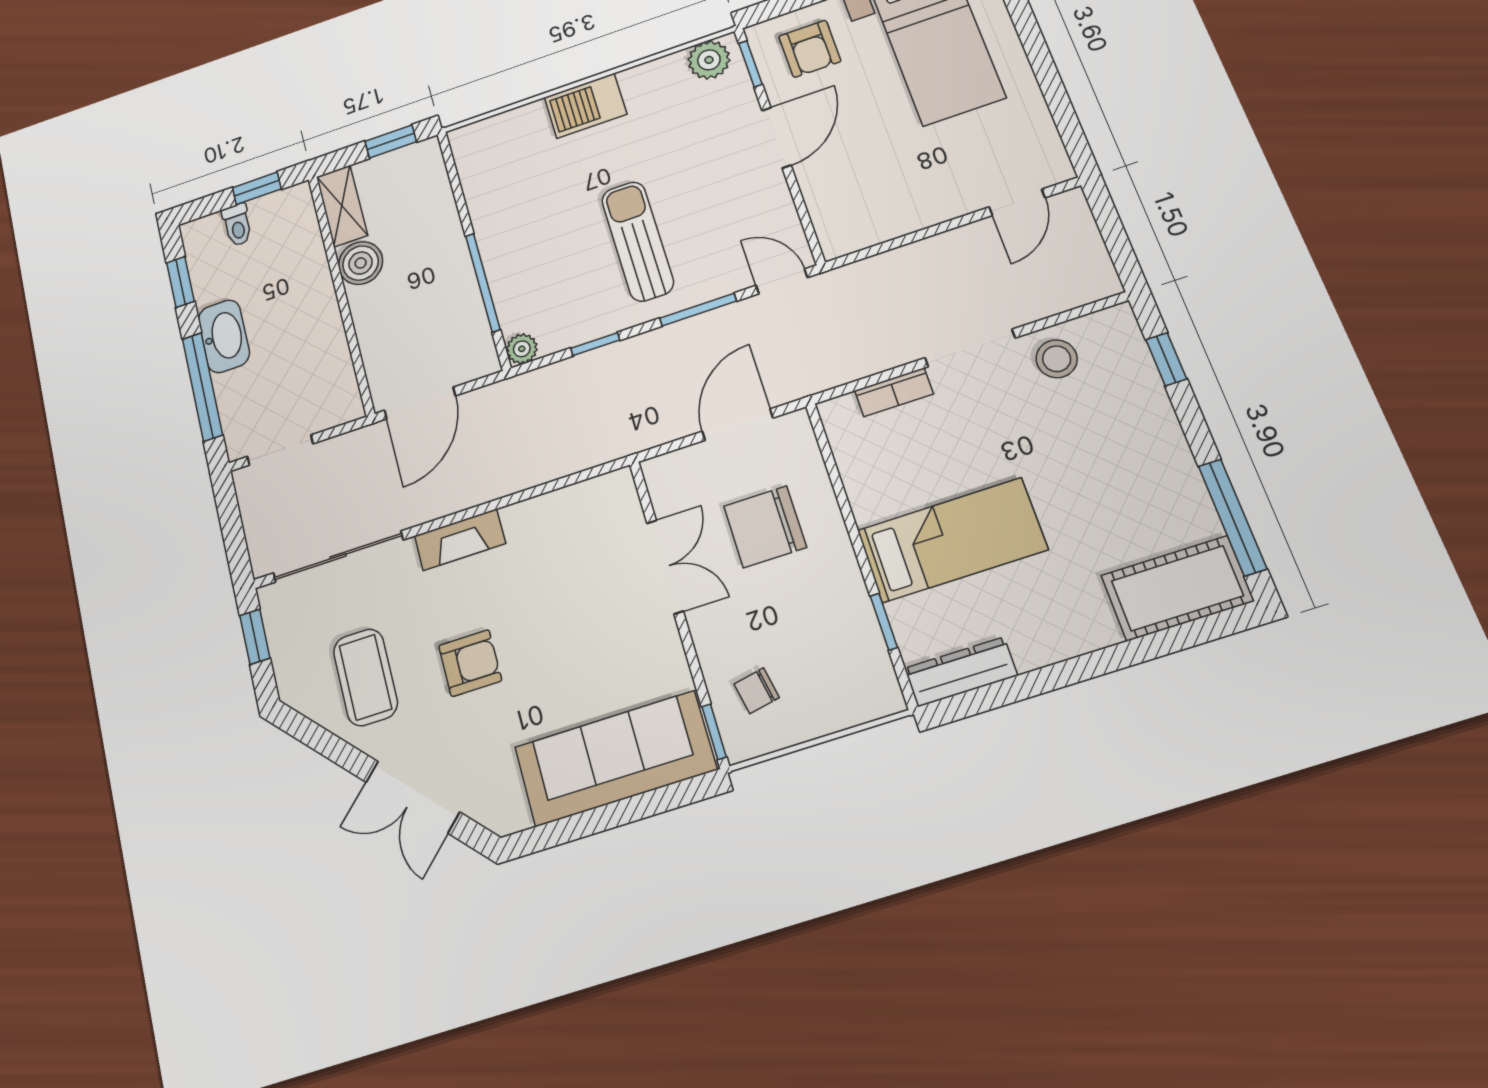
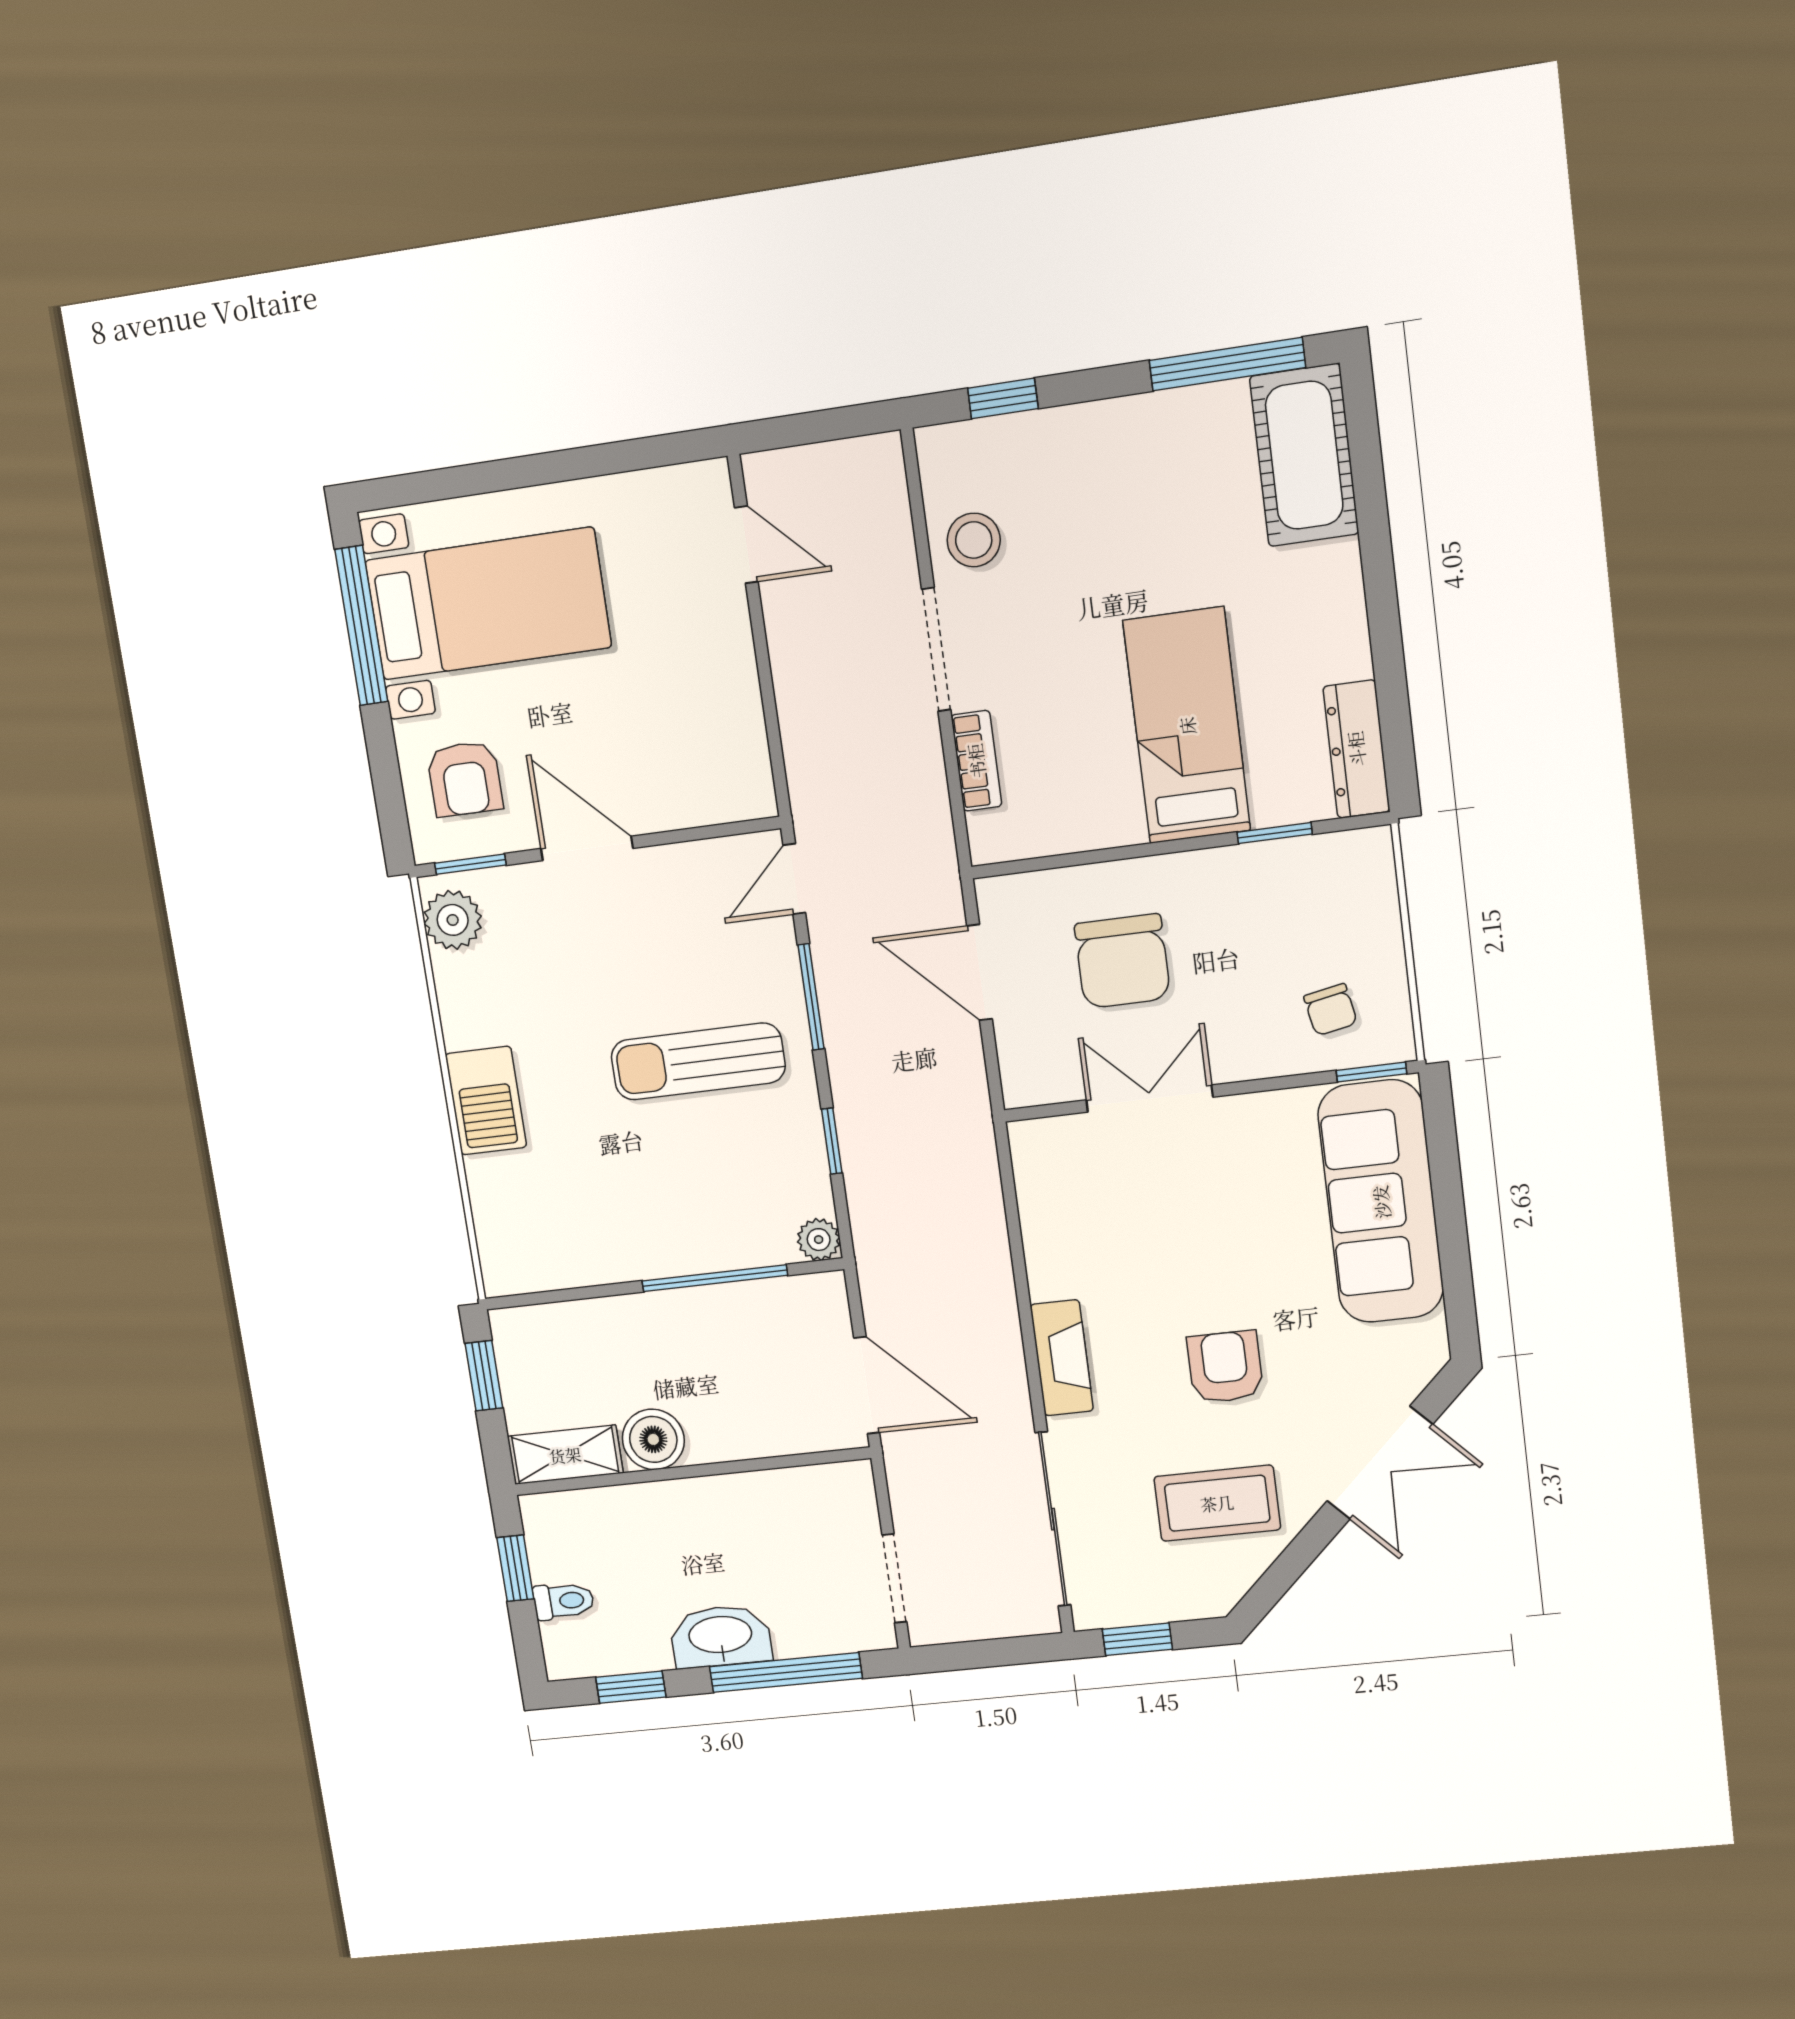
armchair: (810, 49) -> (465, 779), turned 90

